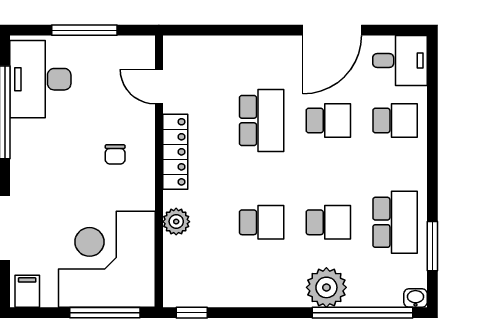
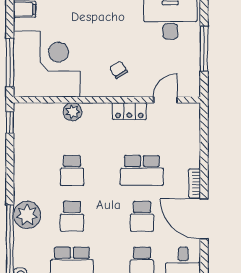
bookcase: (281, 44) -> (195, 184), added
locker: (175, 152) -> (129, 111), width x0.66
chair: (115, 154) -> (119, 70), turned 59

